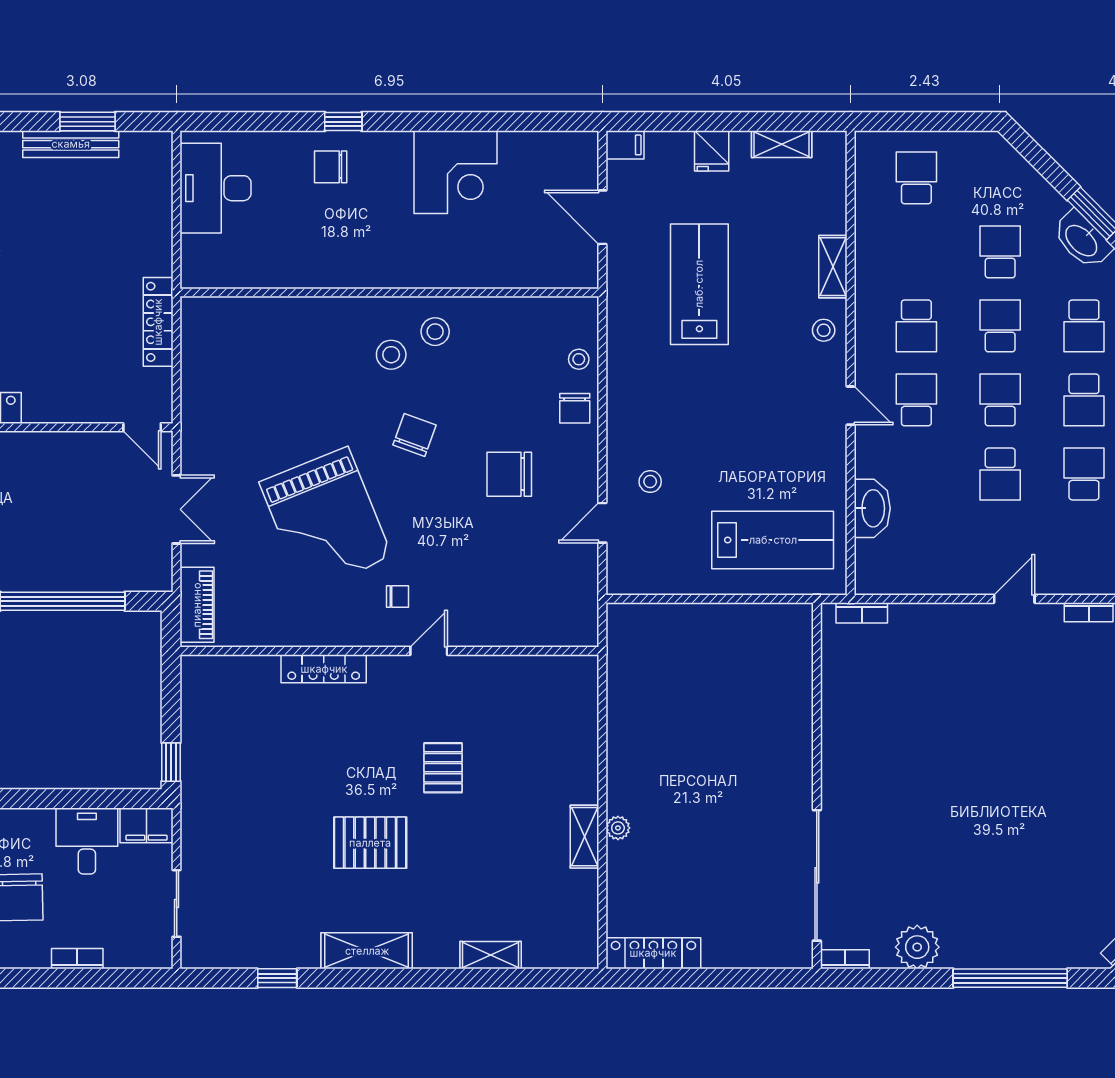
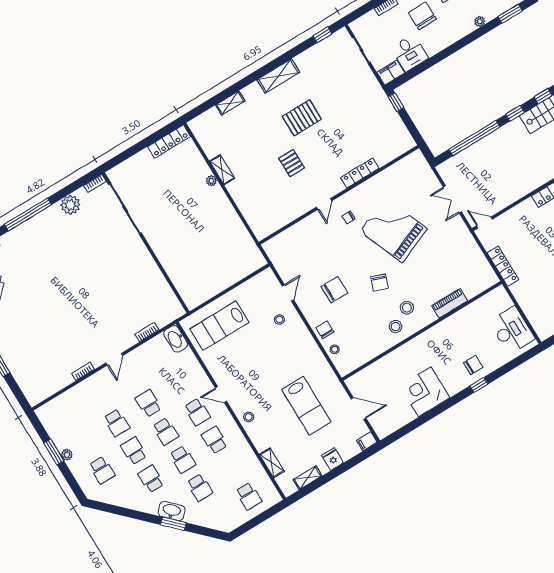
shelving: (833, 267) -> (272, 463), moved
washbasin: (872, 508) -> (176, 339), moved
piano: (197, 605) -> (450, 303), moved, turned 90
bookcase: (862, 613) -> (147, 332), moved
window: (277, 978) -> (322, 35), moved

